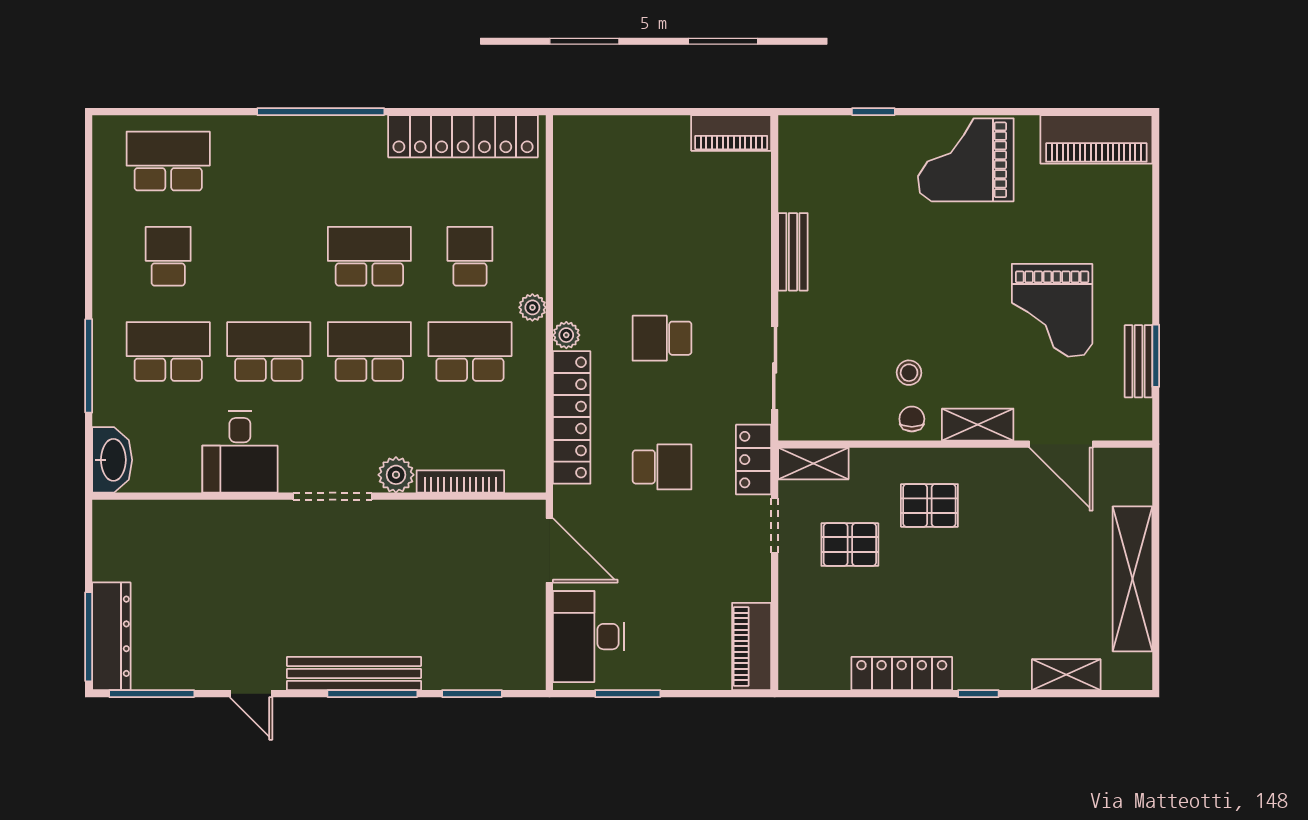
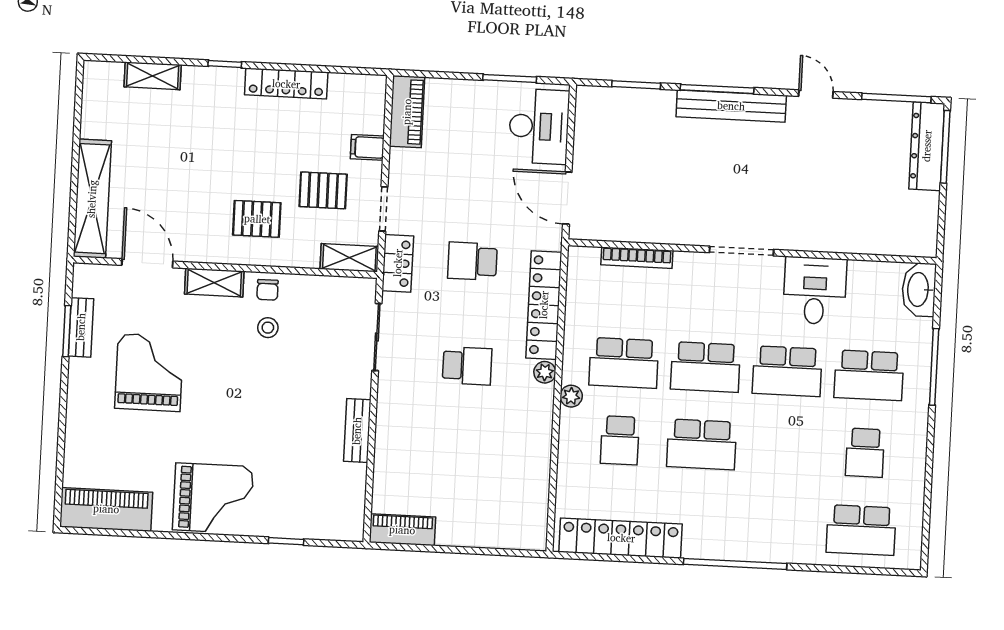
plant: (396, 475) -> (689, 266), removed
shelving: (1132, 579) -> (92, 199), moved
filing cabinet: (798, 600) -> (367, 147), added

